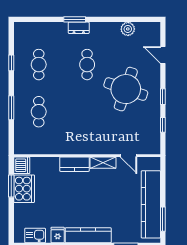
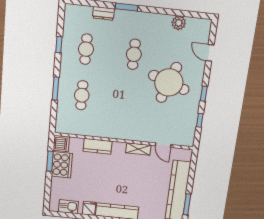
dresser: (79, 28) -> (103, 13), moved
kitchen counter: (74, 164) -> (98, 146), moved

